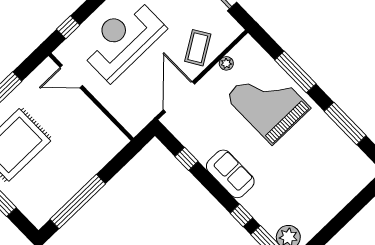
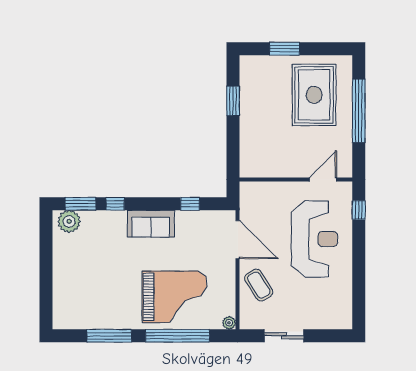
plant: (226, 63) -> (229, 323), moved
window: (295, 72) -> (178, 336), width x1.46
window: (78, 202) -> (233, 101), width x0.47

